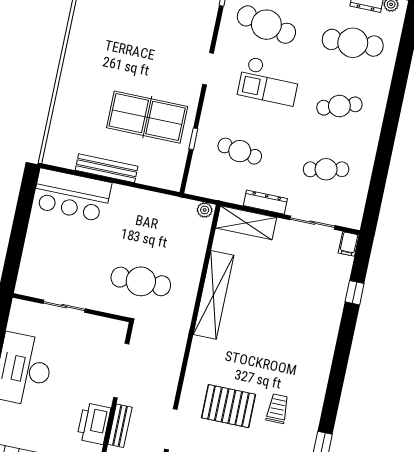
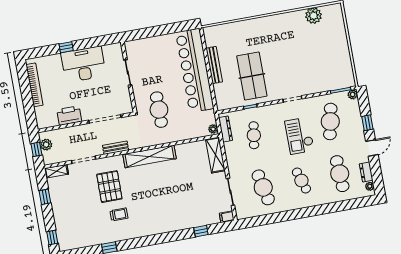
cafe table: (326, 169) -> (263, 187), width x1.37, depth x1.35
bar counter: (72, 195) -> (195, 70), width x1.86
dresser: (265, 202) -> (225, 129), moved
shelving: (214, 295) -> (149, 156), moved
bench: (120, 426) -> (116, 148), moved

